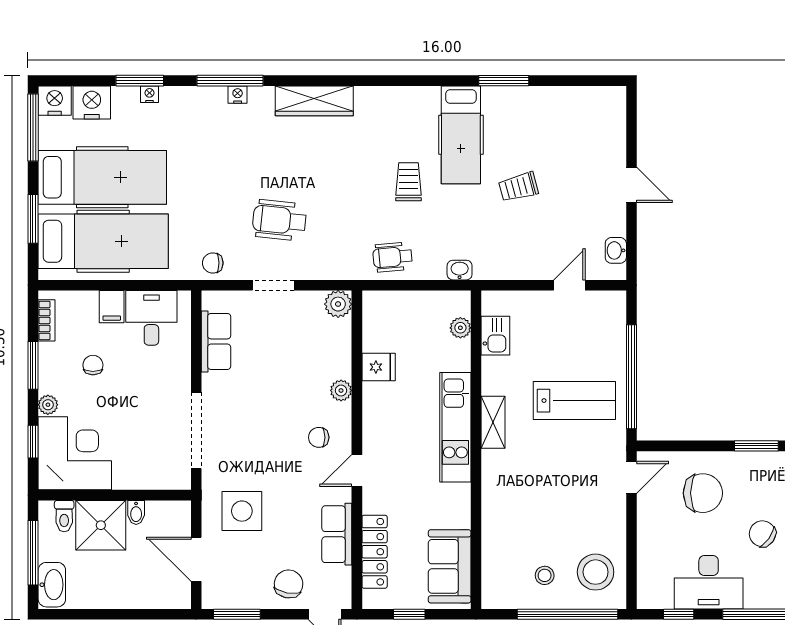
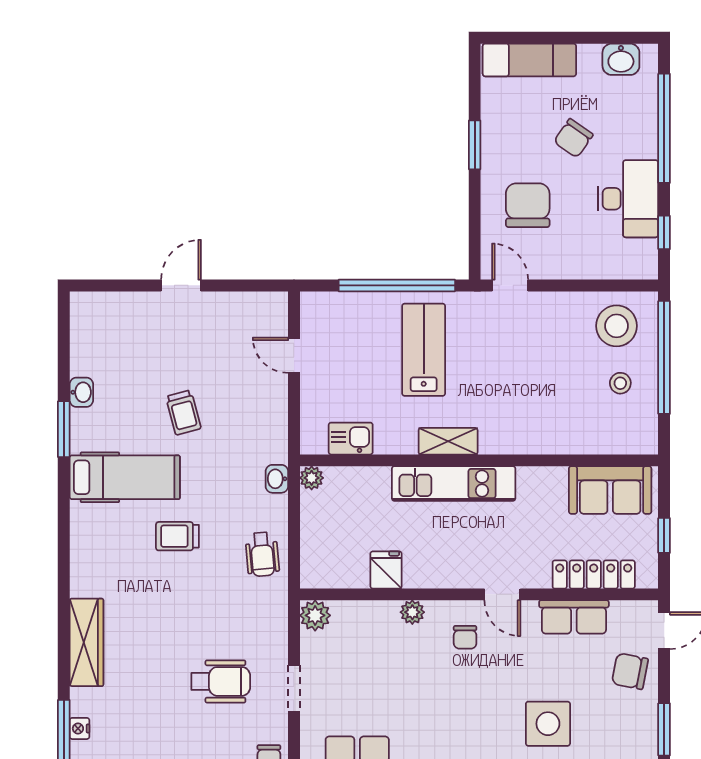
wheelchair: (279, 220) -> (221, 681), turned -96
washbasin: (616, 250) -> (81, 392), moved, turned -90
plant: (460, 328) -> (312, 478), moved

